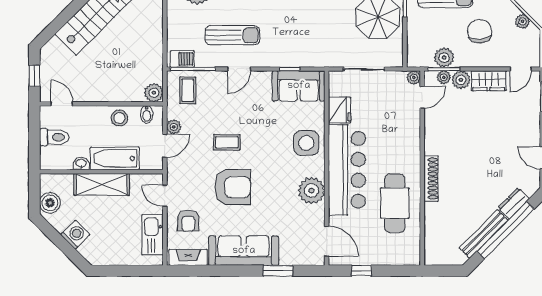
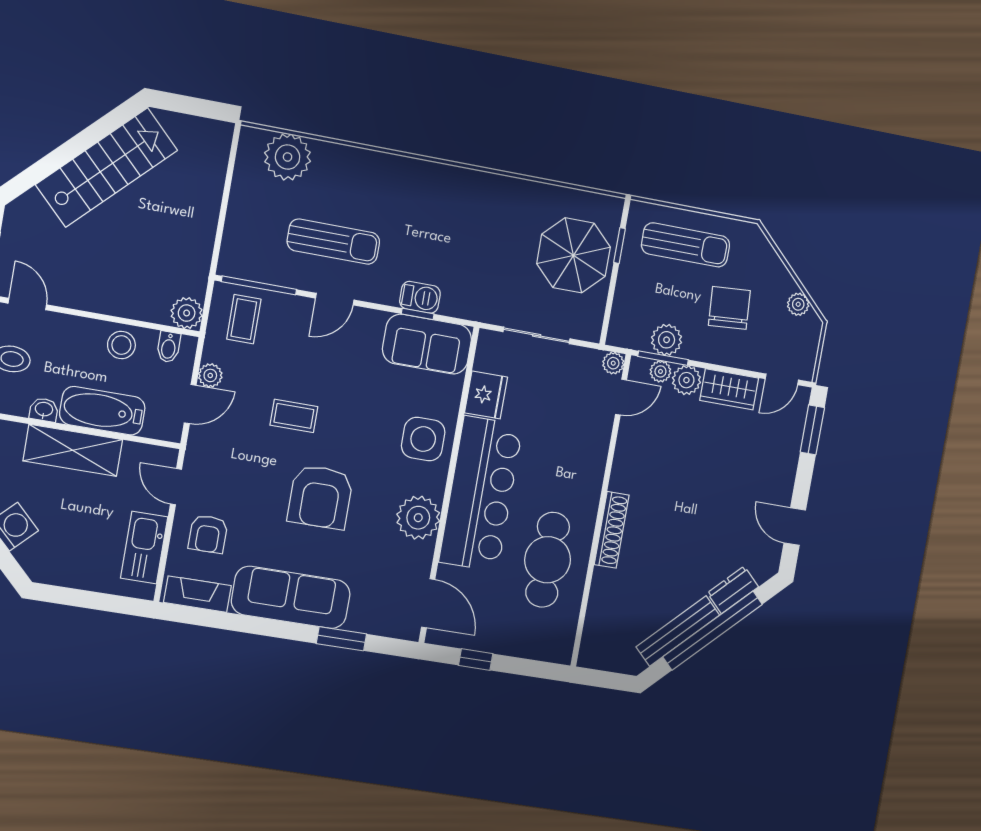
barbecue: (182, 59) -> (420, 297), moved
armchair: (233, 187) -> (320, 497), moved, turned 90

